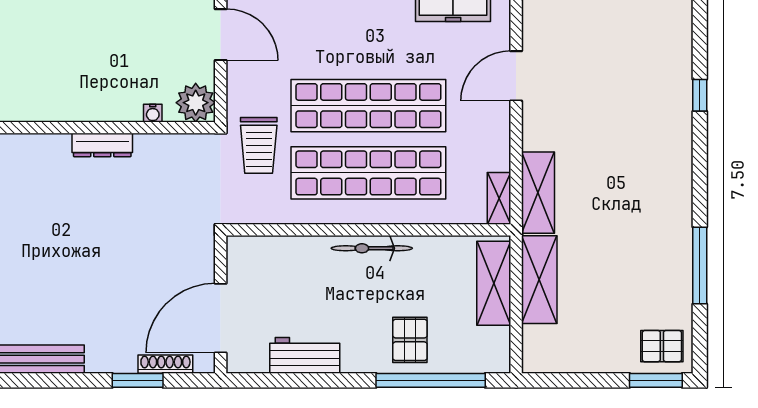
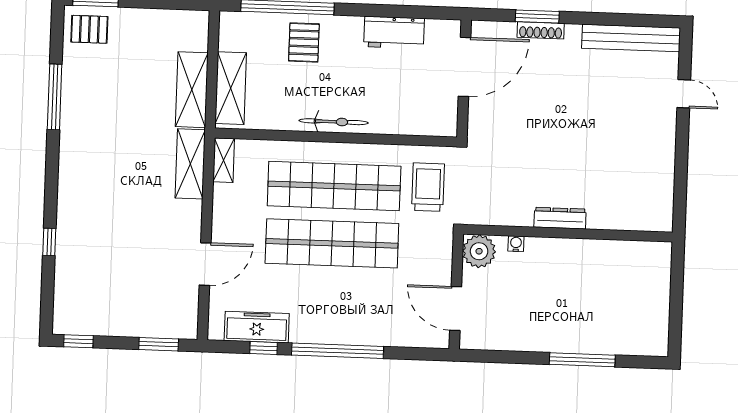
trolley: (259, 145) -> (428, 187), moved
shoe rack: (165, 364) -> (541, 30), moved

